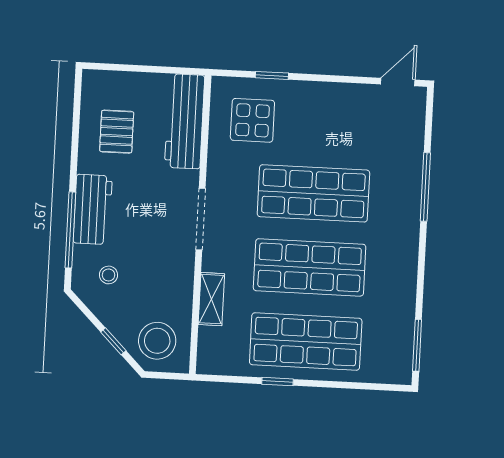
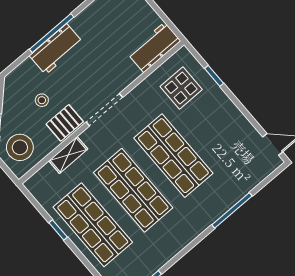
workbench: (185, 121) -> (154, 47), width x0.73
pallet: (117, 132) -> (65, 123), moved
window: (70, 230) -> (52, 33), moved
stool: (108, 275) -> (42, 100), moved

